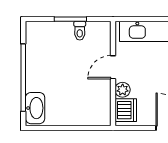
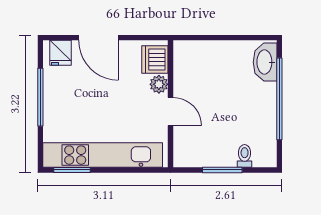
toilet: (80, 31) -> (245, 156), moved
door: (113, 67) -> (171, 112), hinge flipped

